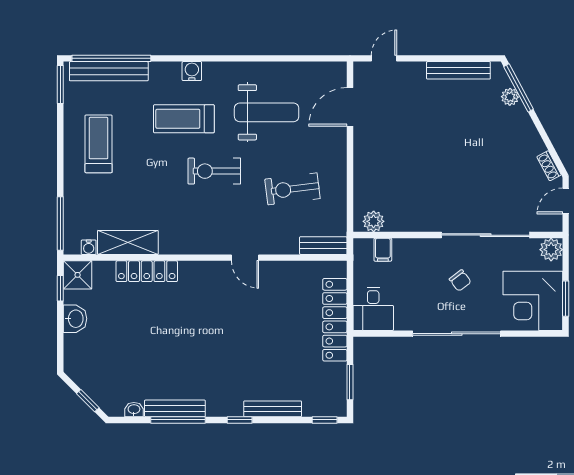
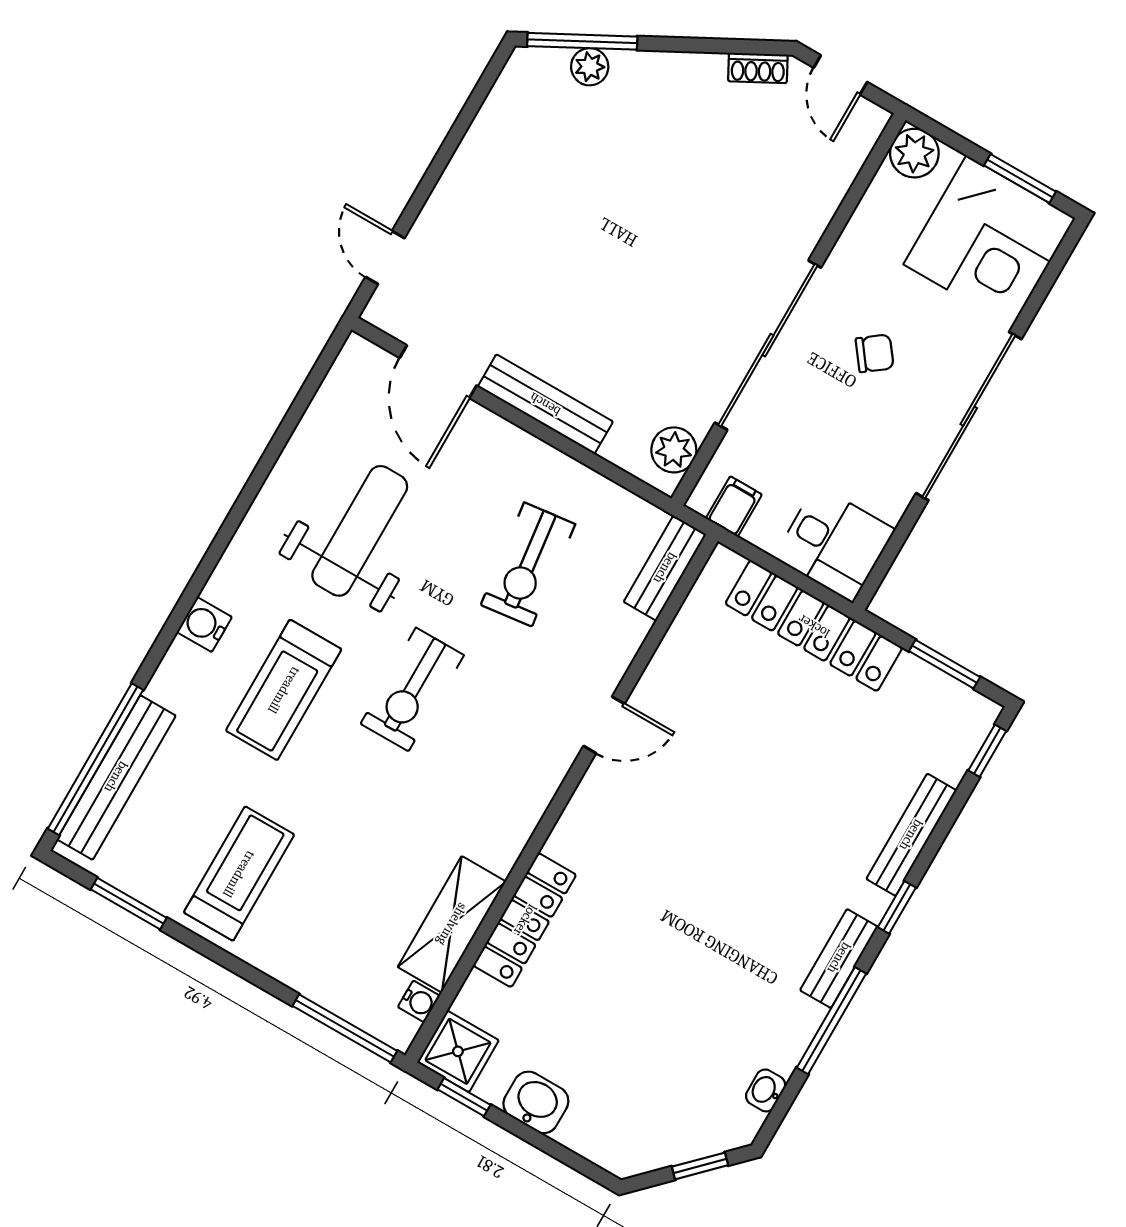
bench: (458, 70) -> (545, 404), moved, turned 90
window: (60, 84) -> (129, 904), moved
treadmill: (99, 144) -> (239, 874), turned 90
sliding door: (486, 235) -> (768, 345), moved
filing cabinet: (383, 250) -> (734, 506), moved, turned -90
bench: (175, 408) -> (839, 958), moved, width x0.73

